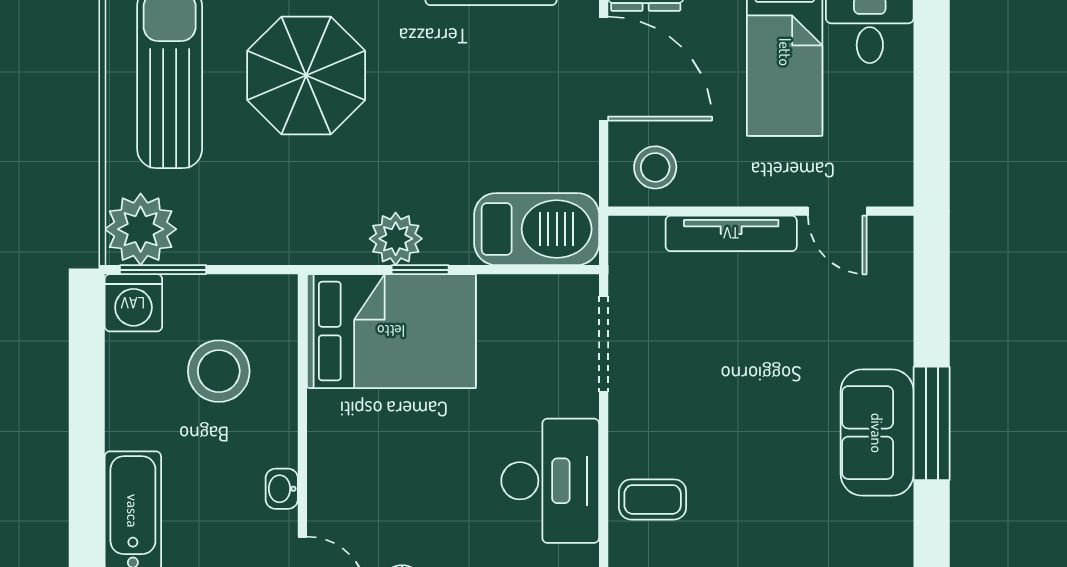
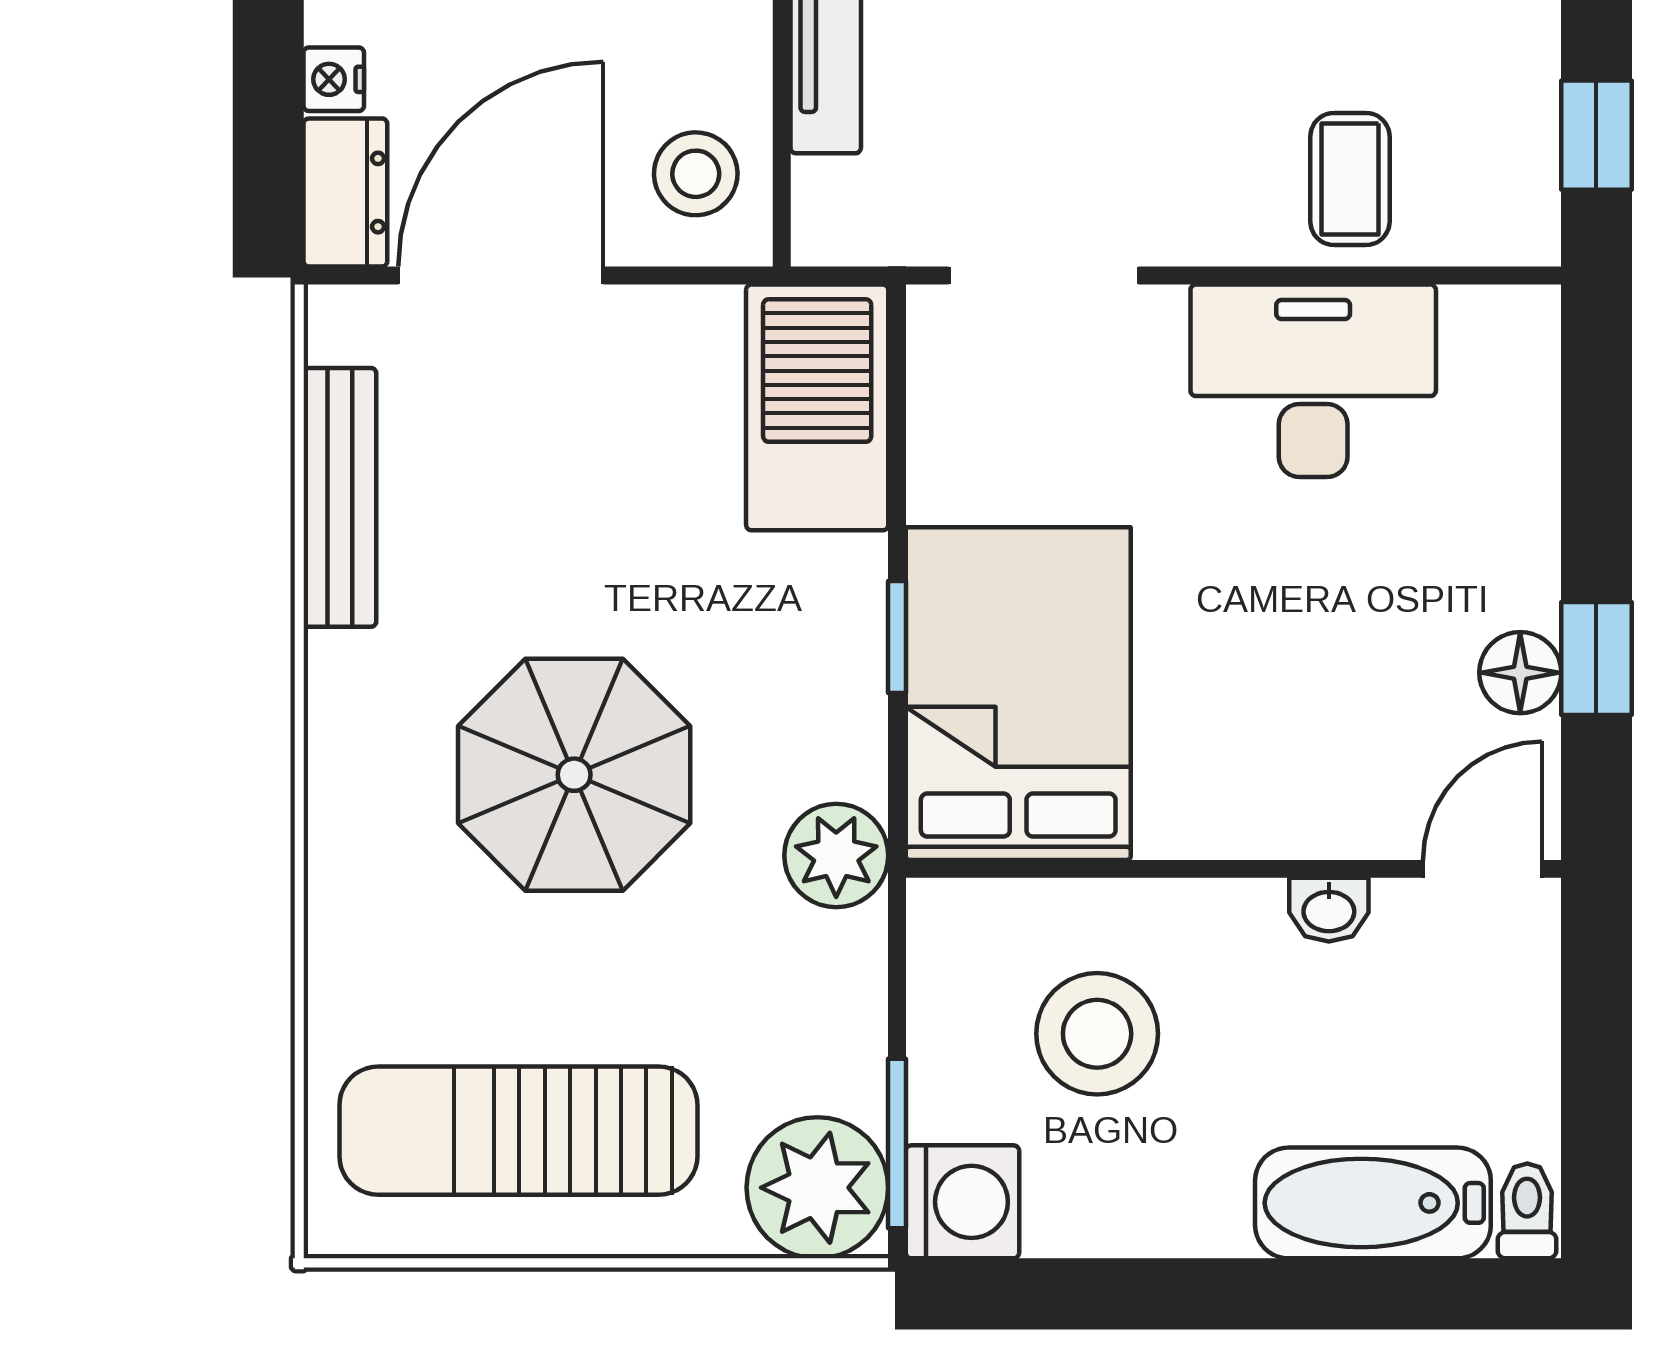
parasol: (306, 75) -> (574, 775), moved
plant: (396, 239) -> (836, 856), moved

